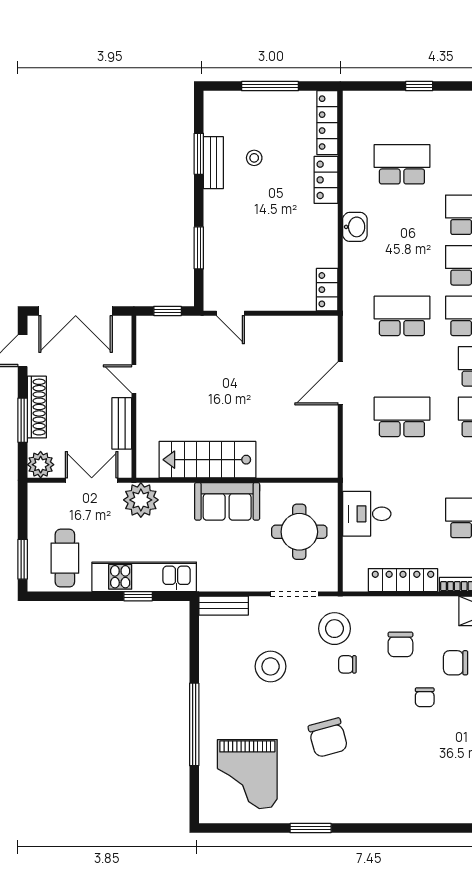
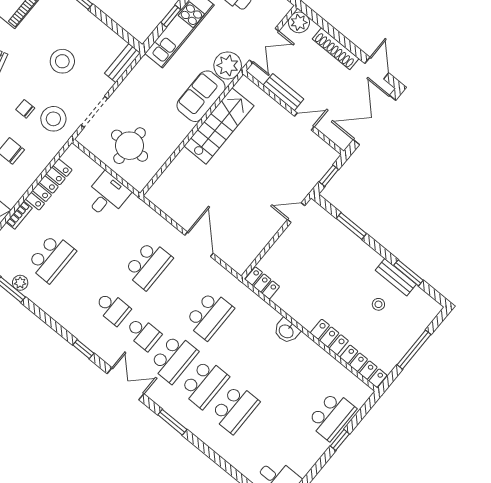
school desk: (402, 164) -> (332, 416), moved
window: (23, 420) -> (335, 34), removed
sofa: (227, 501) -> (201, 96), moved
chair: (347, 664) -> (25, 109), turned -90

